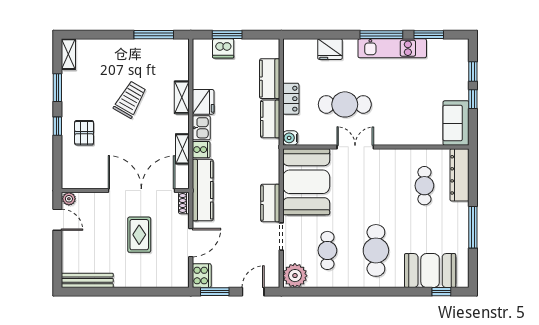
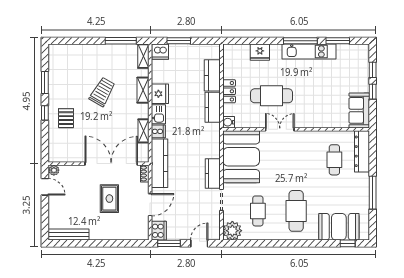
dishwasher: (223, 48) -> (160, 52), moved
shelving: (68, 54) -> (143, 56), moved

